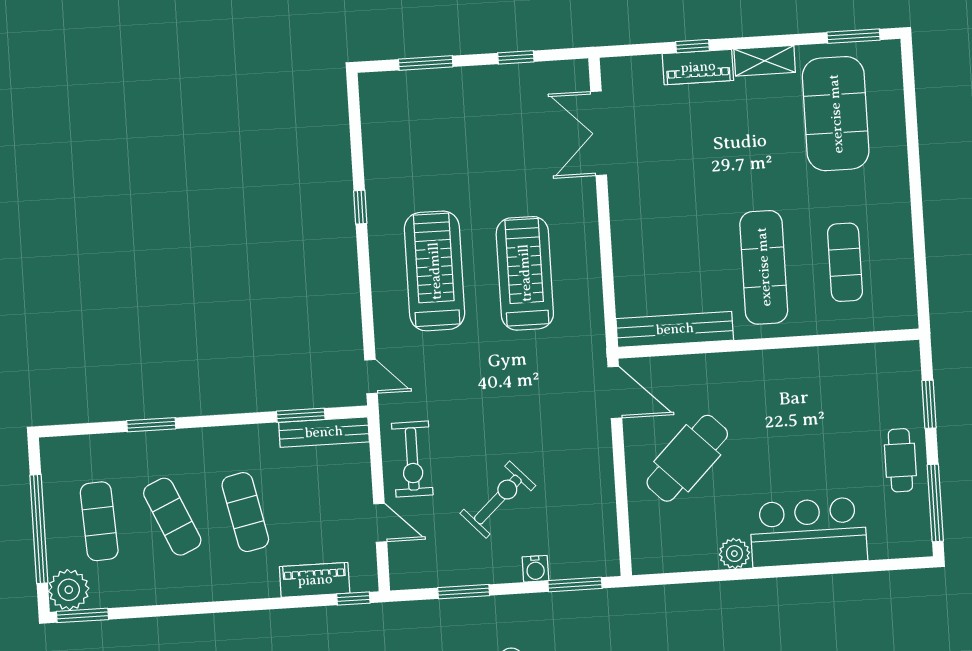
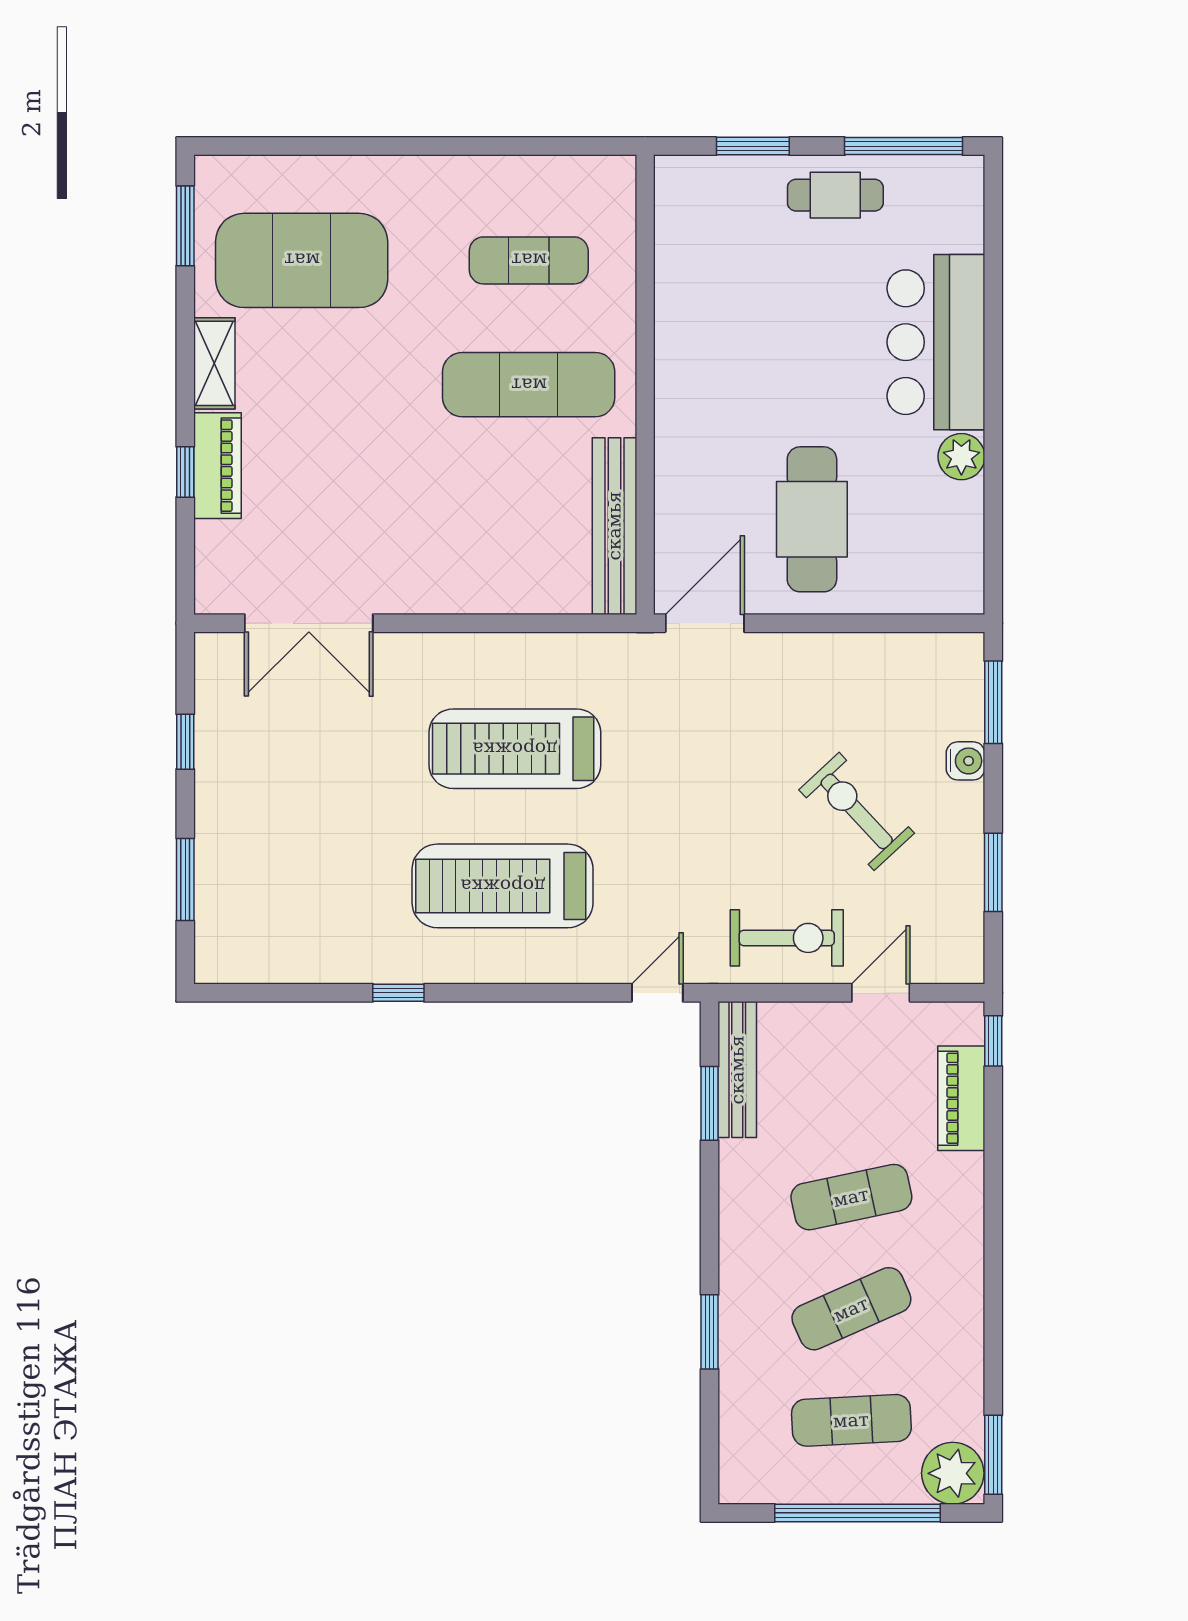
cafe table: (687, 458) -> (812, 519), turned 45

